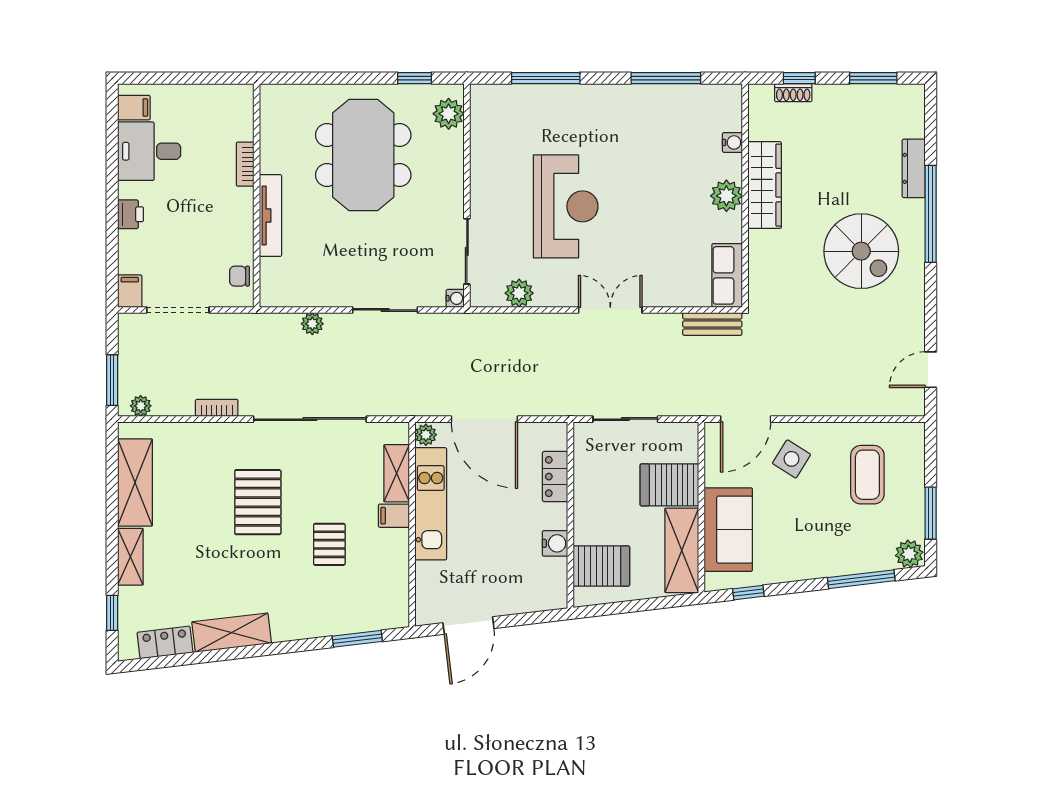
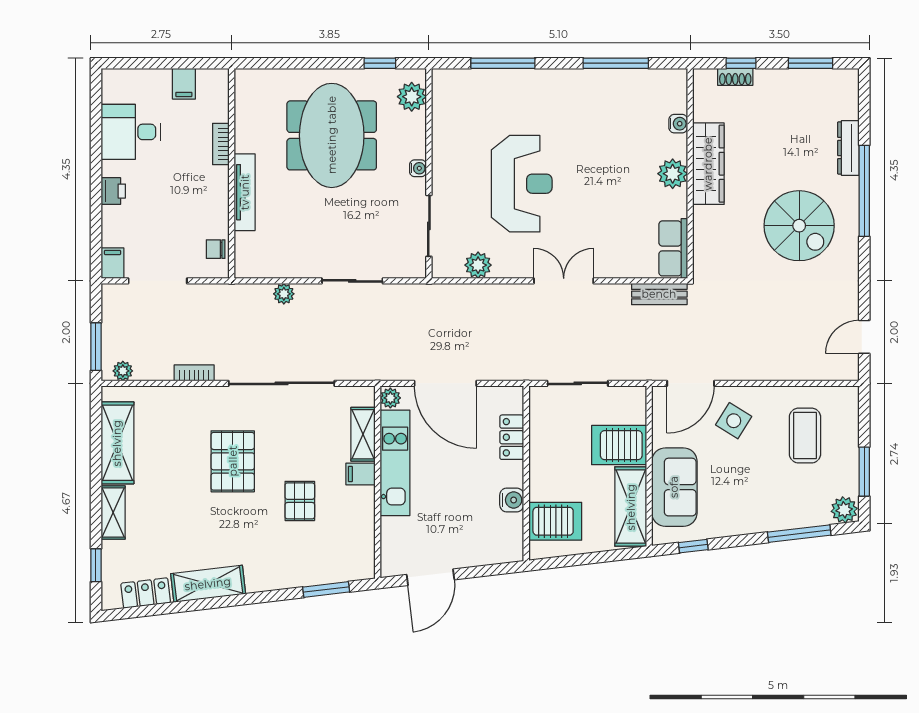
filing cabinet: (134, 108) -> (184, 84), moved, turned 90
water cooler: (455, 298) -> (418, 168), moved

